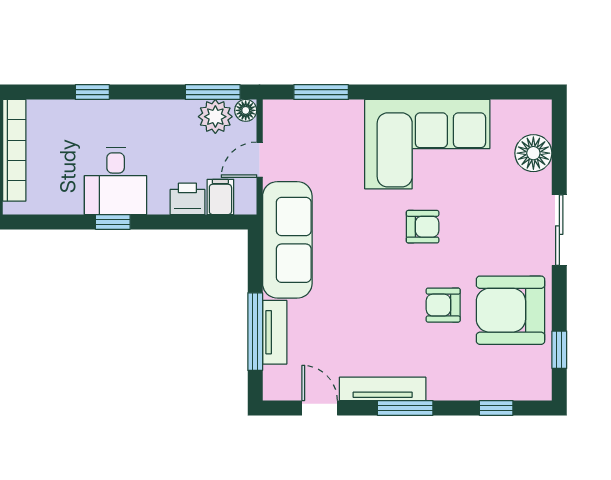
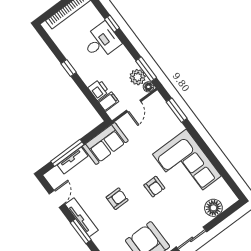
door: (260, 160) -> (134, 106), swing flipped
desk: (116, 181) -> (101, 41), moved, turned 180
sofa: (287, 240) -> (105, 143), width x0.73
armchair: (443, 305) -> (117, 199), moved, turned 90

